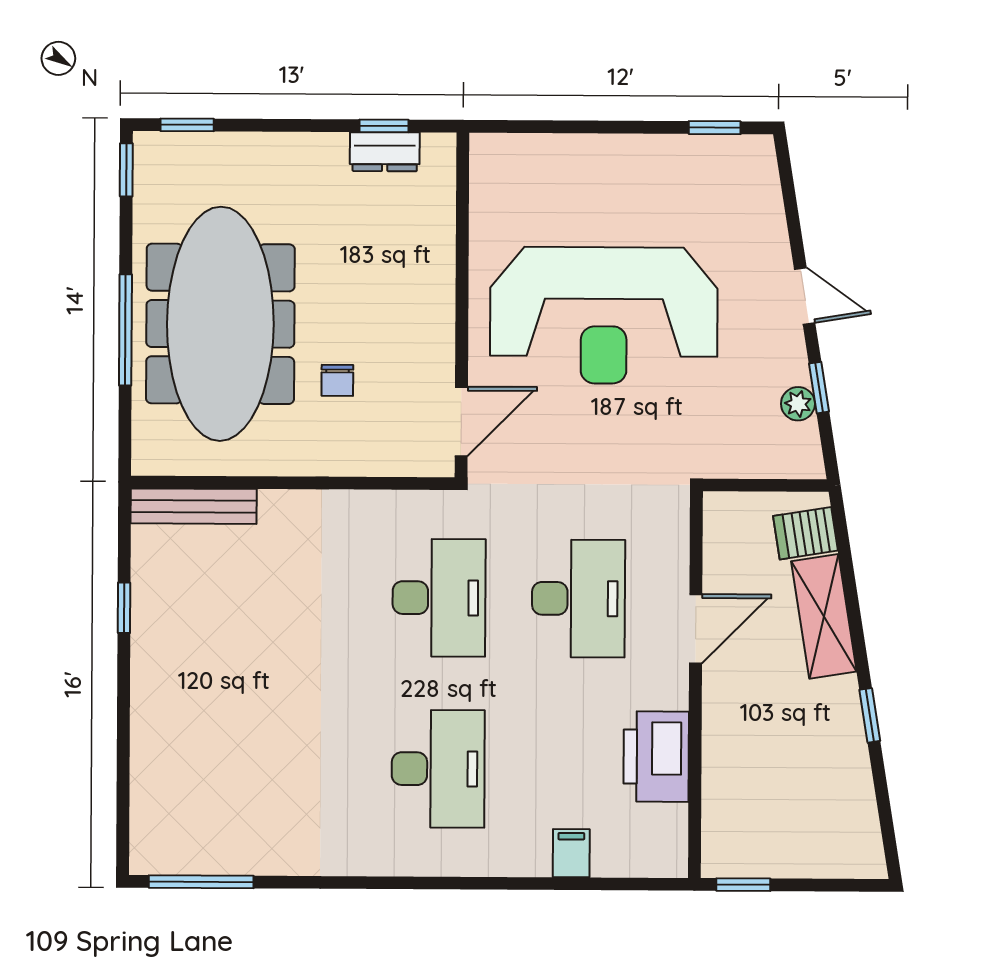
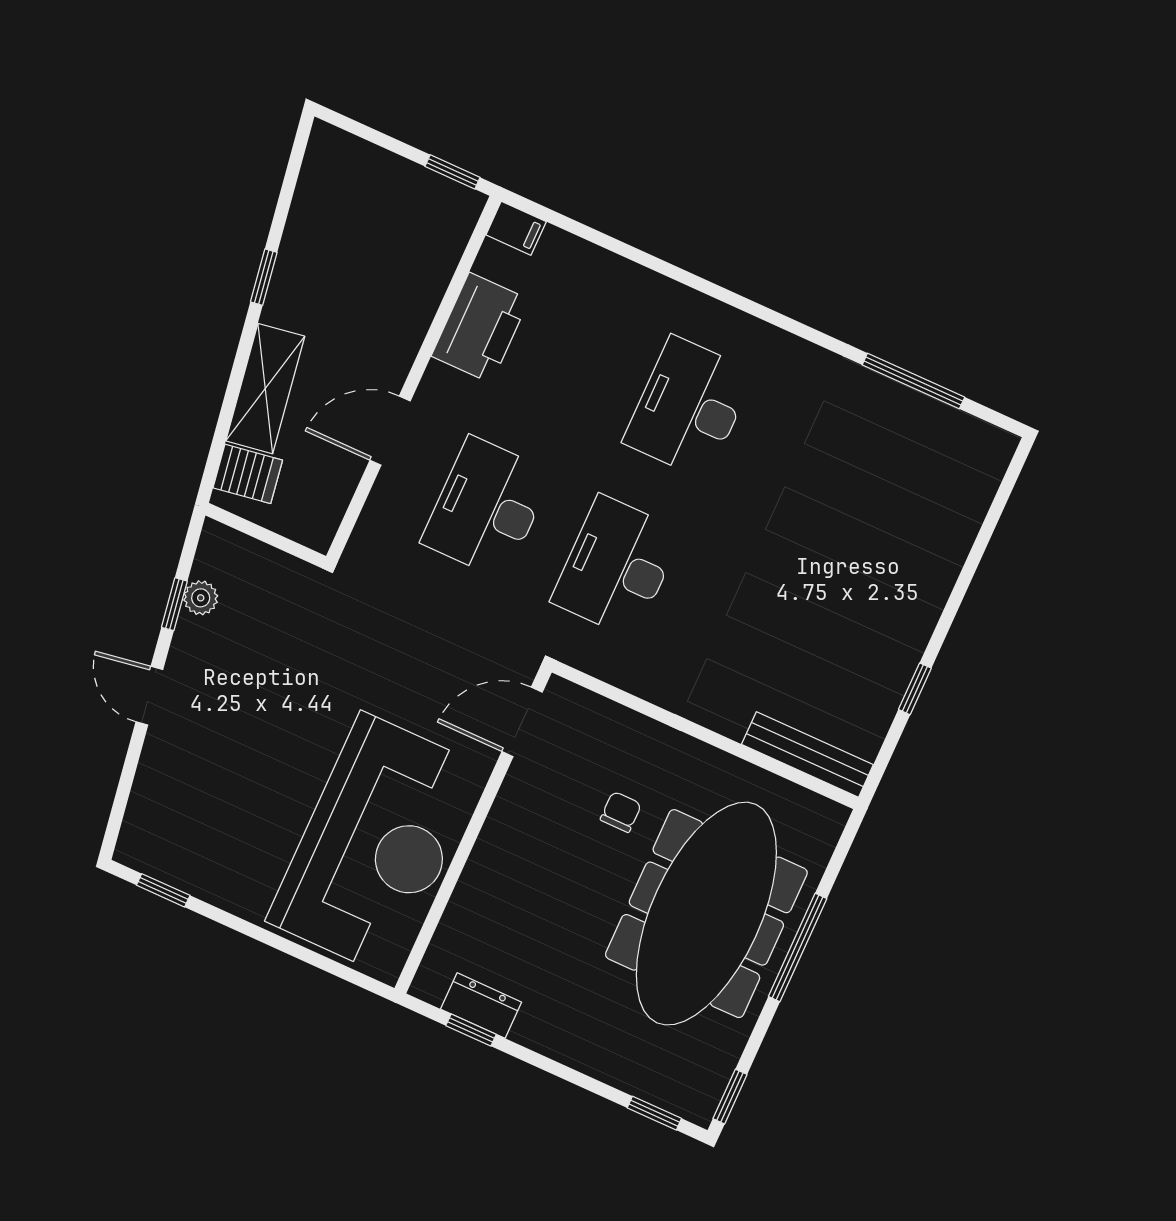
reception desk: (604, 315) -> (376, 844), moved, turned 90
filing cabinet: (571, 853) -> (516, 228), moved, turned -90
window: (201, 882) -> (913, 381), moved

